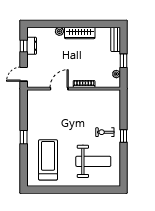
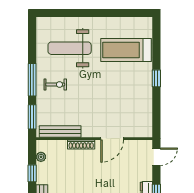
bench: (101, 94) -> (60, 131), added
window: (123, 106) -> (32, 117), added
window: (123, 136) -> (32, 80), width x2.17
treadmill: (48, 160) -> (126, 50), turned 90

